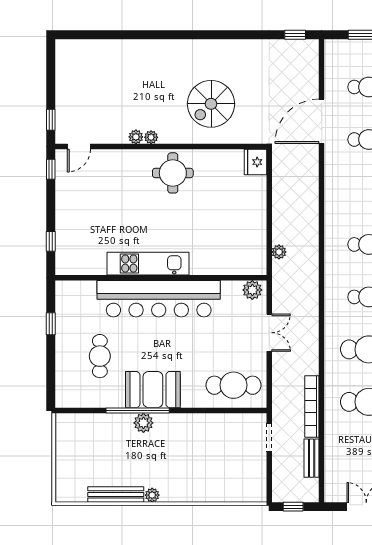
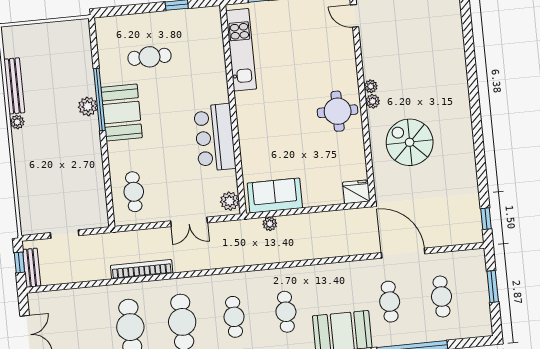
plant: (136, 137) -> (373, 101), moved
sofa: (251, 244) -> (275, 196), added
kitchen unit: (148, 264) -> (241, 50), moved
bar counter: (159, 299) -> (215, 138), width x0.54
cafe table: (233, 385) -> (134, 192), width x0.73, depth x0.74
bookcase: (312, 407) -> (142, 269), moved
doorway: (269, 438) -> (65, 234), moved
bench: (312, 458) -> (32, 268), moved, turned 90

